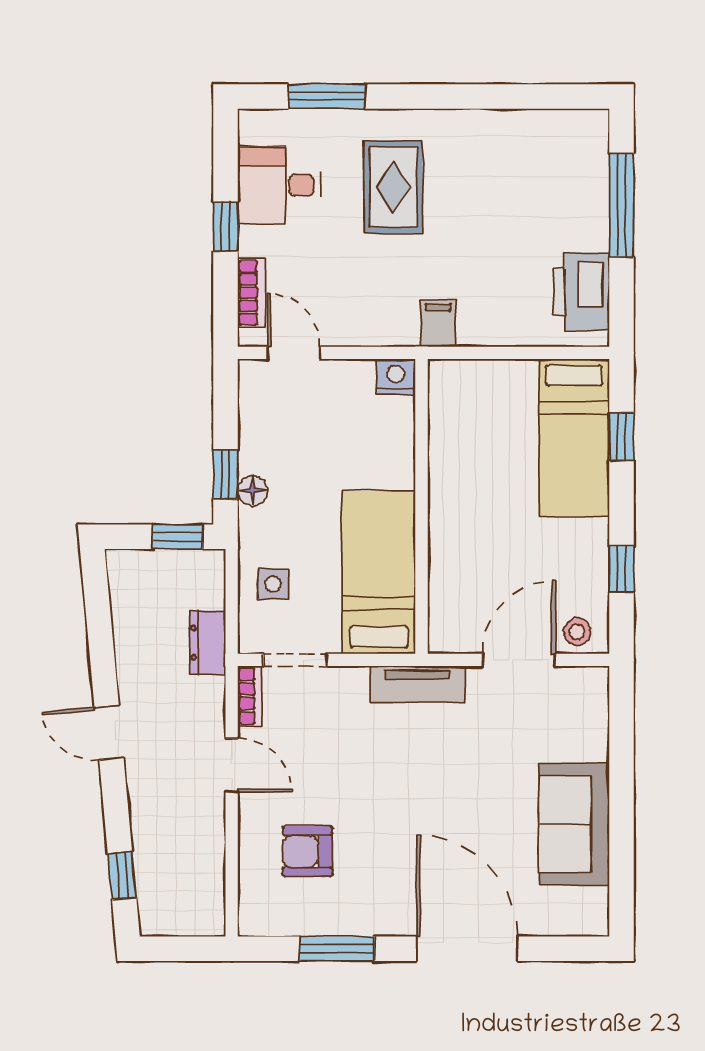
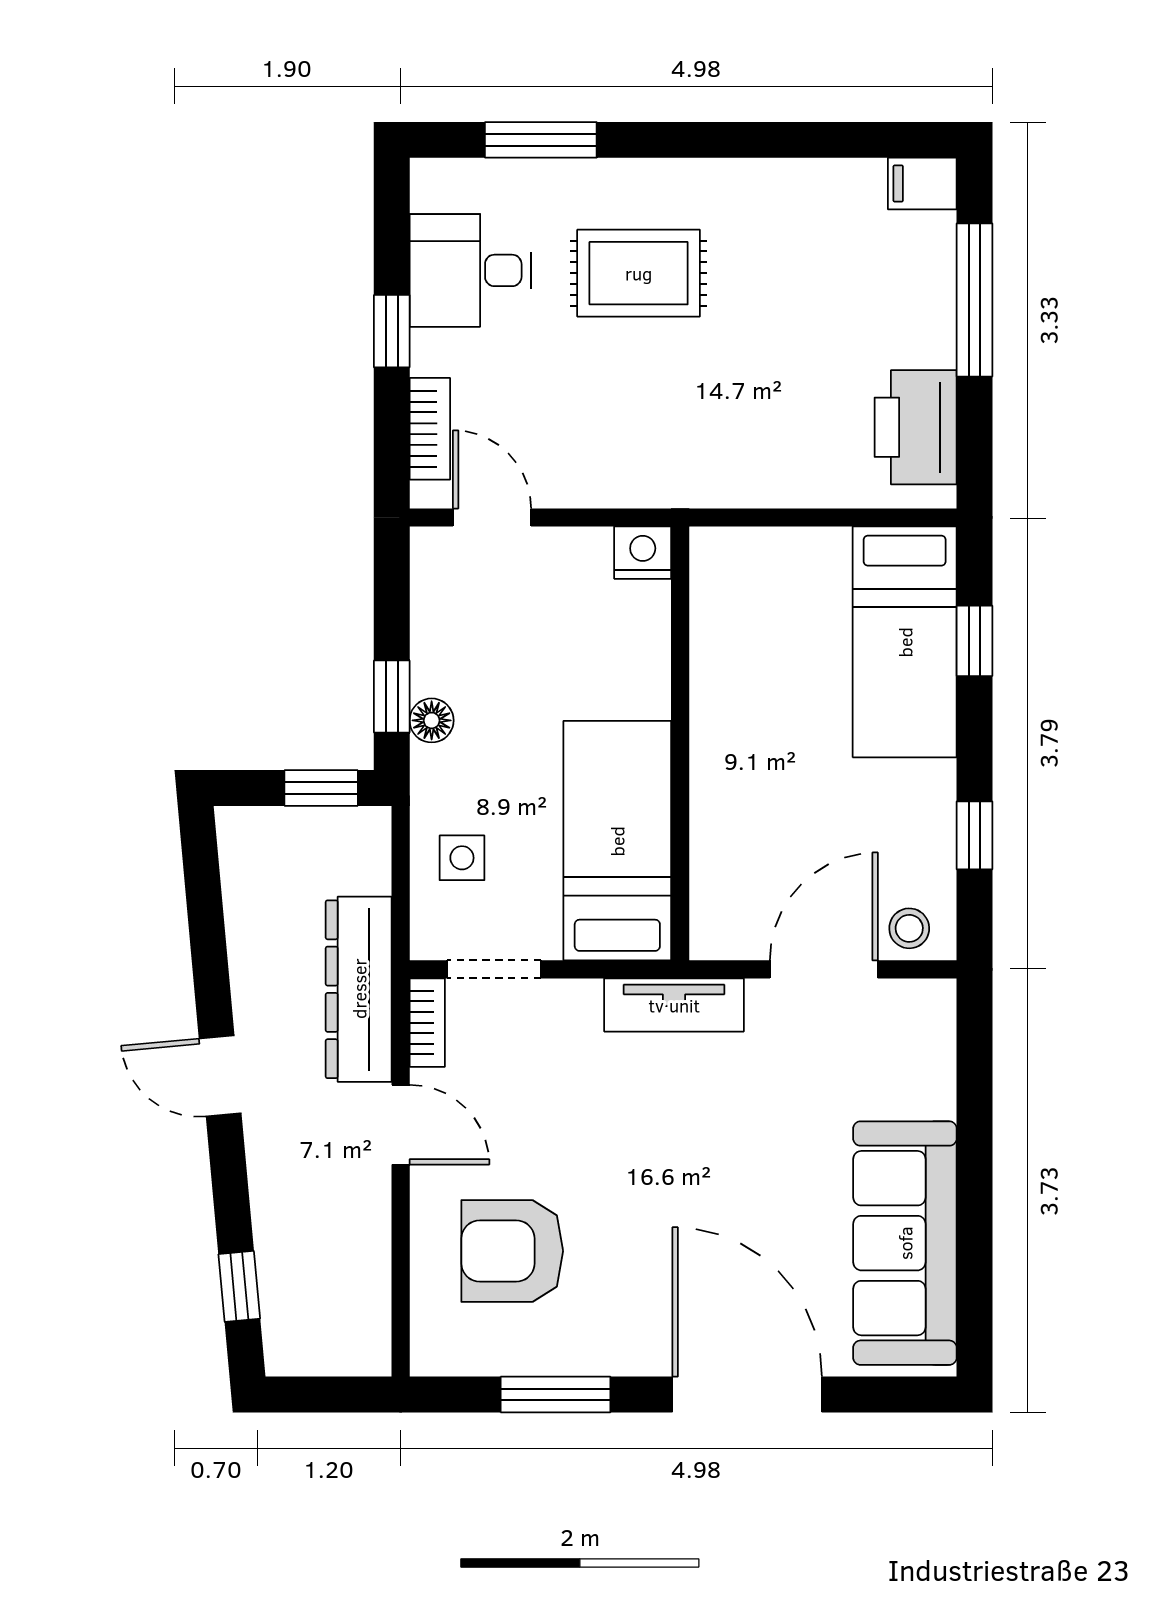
rug: (393, 187) -> (639, 273), turned 90
filing cabinet: (438, 324) -> (922, 183), moved, turned -90
dresser: (208, 643) -> (359, 989), width x1.96, depth x1.24
sofa: (574, 824) -> (905, 1243), width x1.36
armchair: (307, 851) -> (512, 1251), width x1.38, depth x1.38

